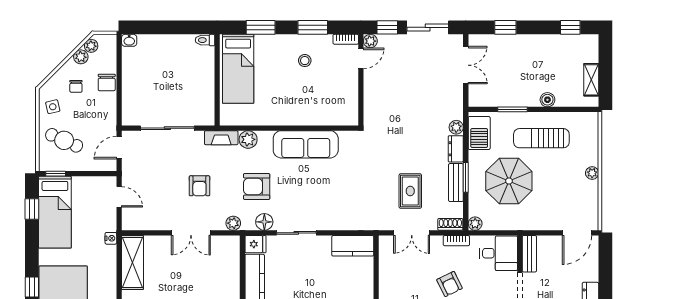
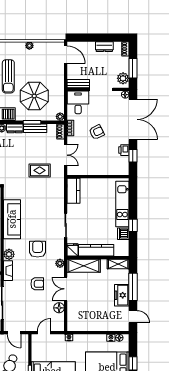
armchair: (257, 186) -> (38, 249), turned 180
rug: (410, 191) -> (40, 170), moved
floor lamp: (264, 222) -> (59, 308), moved
double door: (191, 233) -> (66, 289), swing flipped
shelving: (132, 263) -> (84, 266), moved

